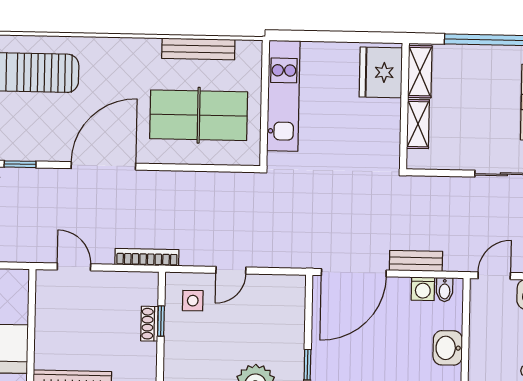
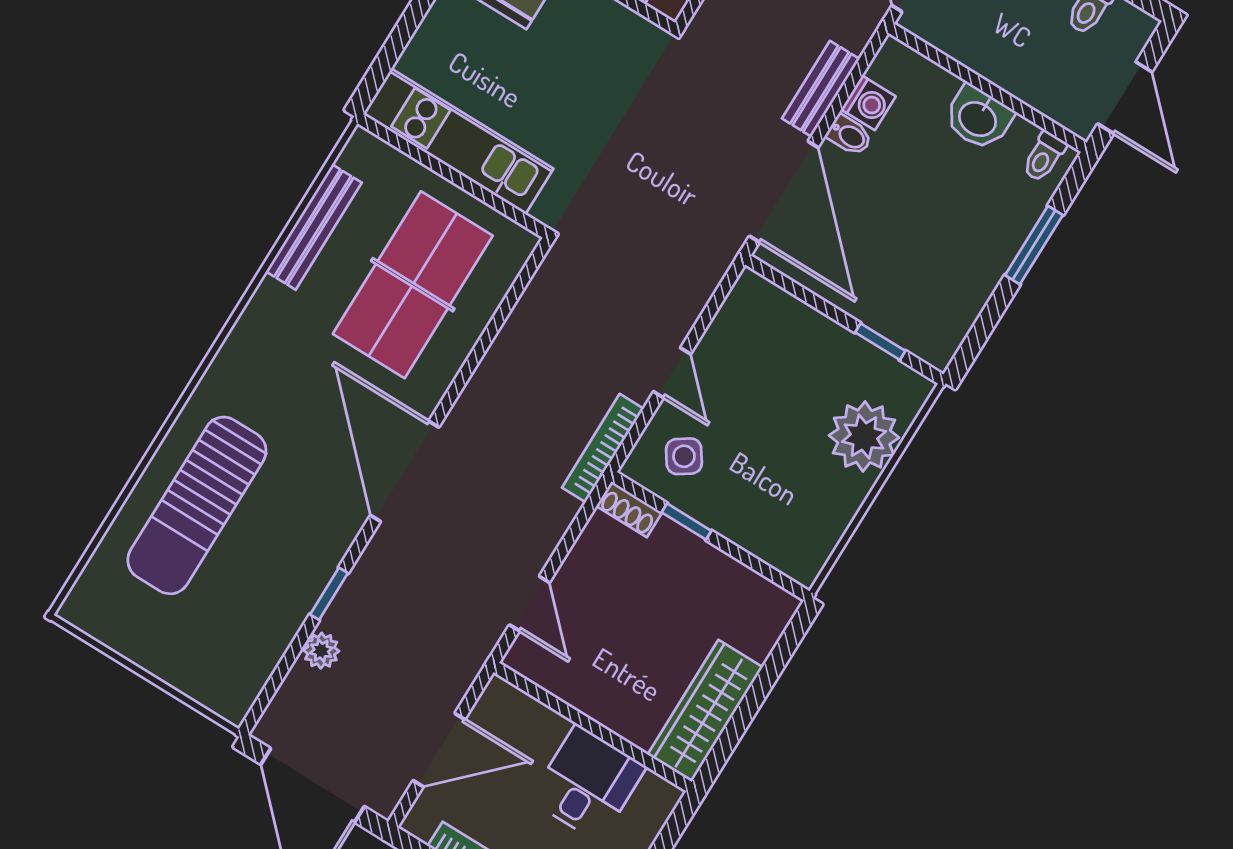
bookcase: (147, 257) -> (603, 448), moved
door: (74, 267) -> (529, 604), swing flipped
bidet: (445, 290) -> (849, 135), moved
side table: (193, 301) -> (684, 456), turned -34
shoe rack: (149, 324) -> (629, 509), moved

